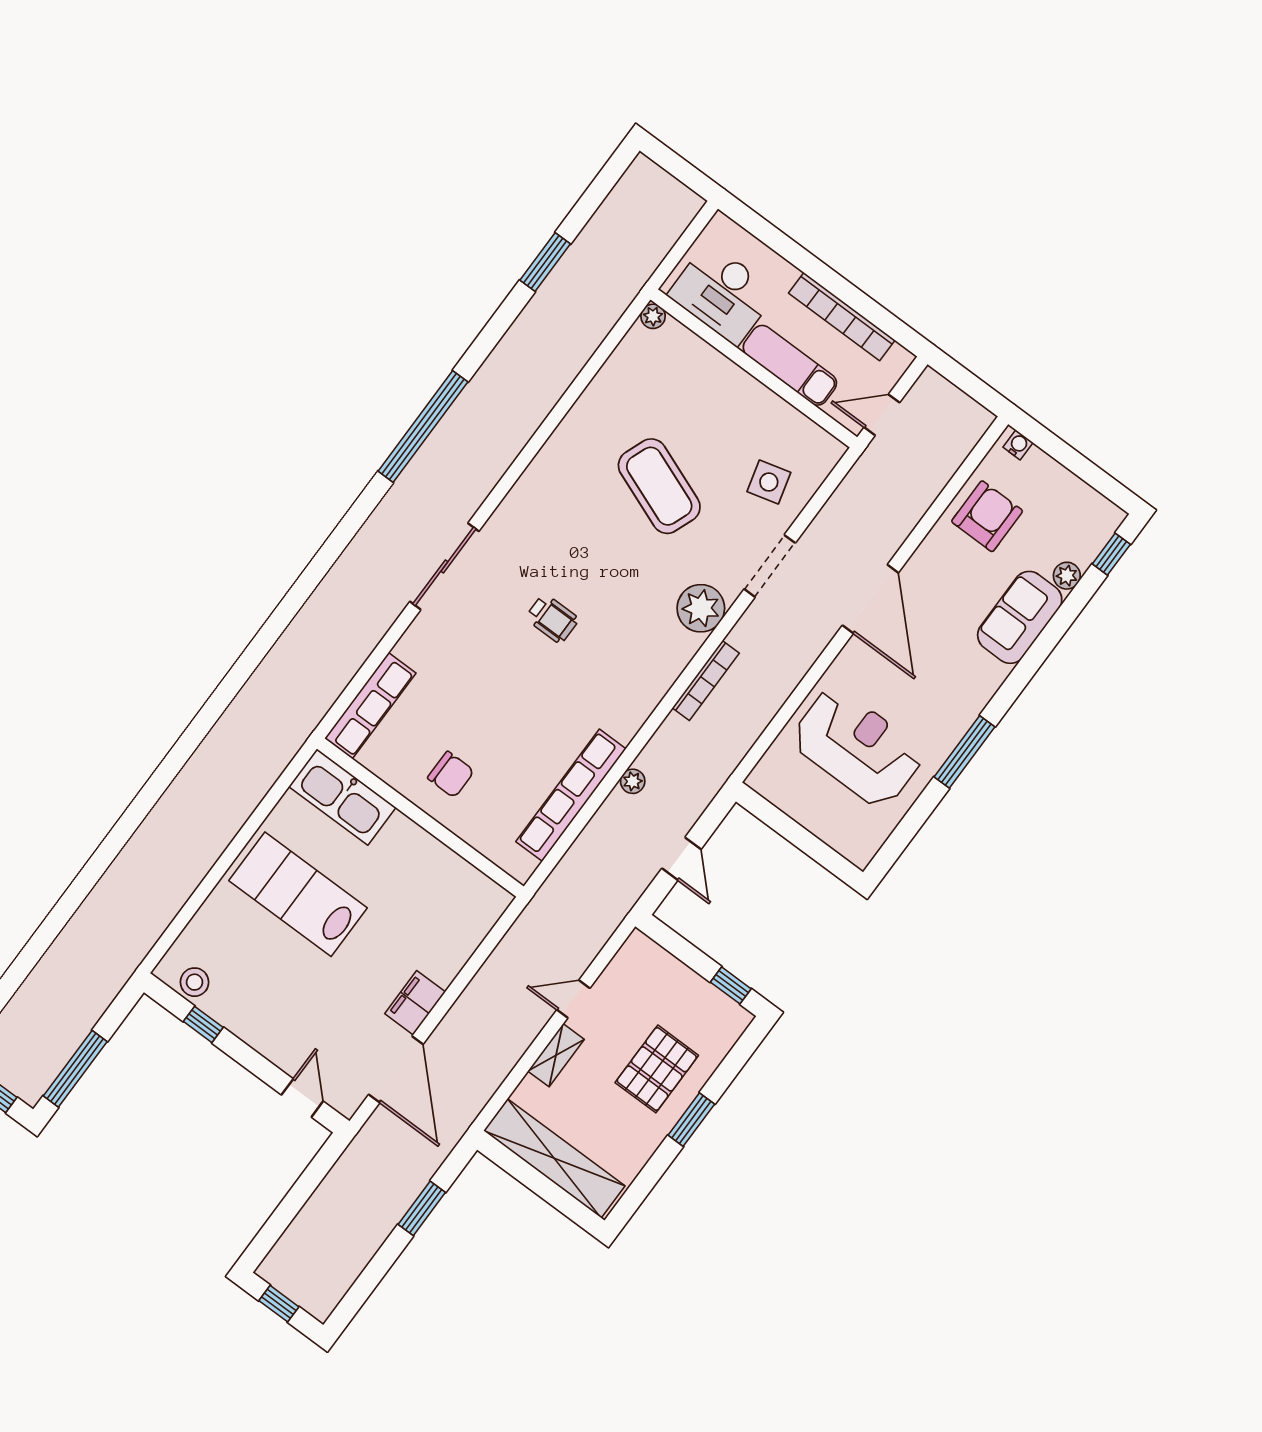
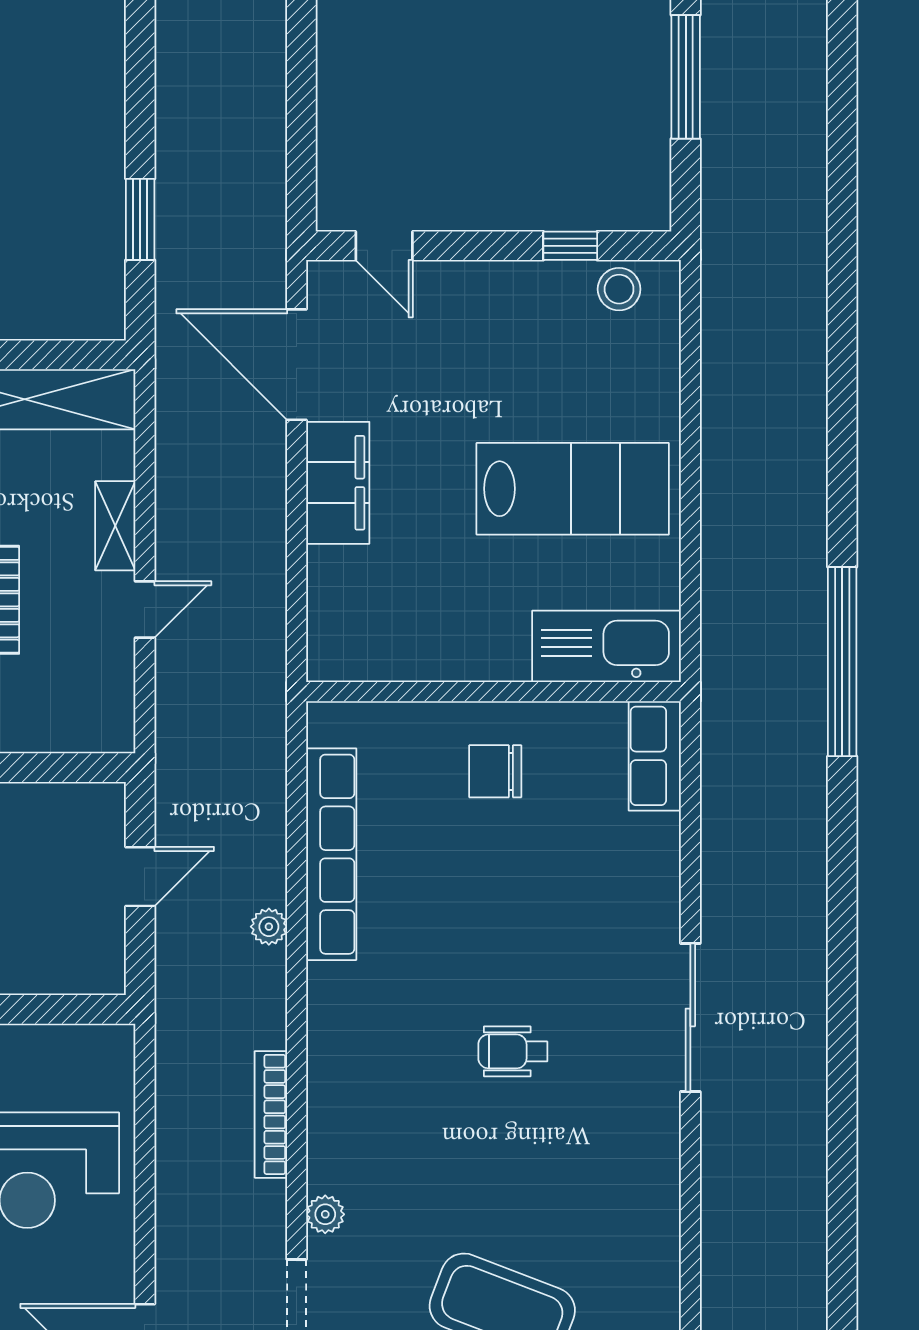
window: (423, 427) -> (842, 662), moved
plant: (701, 608) -> (325, 1214), width x0.53, depth x0.53
row of seats: (370, 706) -> (655, 756), width x0.68
door: (681, 859) -> (140, 877), swing flipped
filing cabinet: (415, 1003) -> (338, 483), width x1.50, depth x1.17

